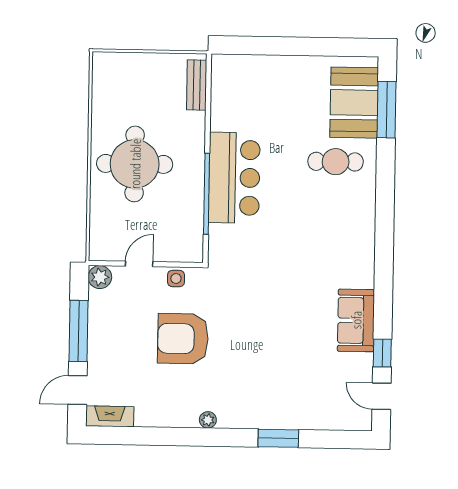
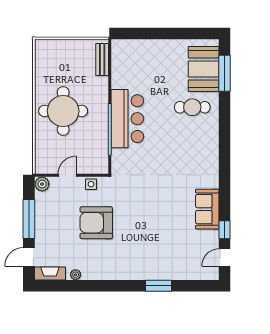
door: (382, 396) -> (224, 258), hinge flipped
plant: (208, 420) -> (76, 275), moved

